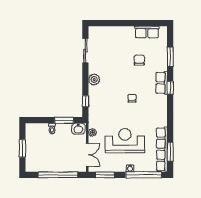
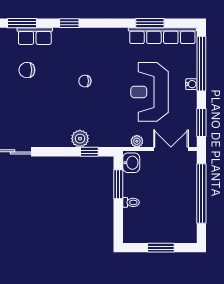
plant: (94, 80) -> (80, 139), moved
row of seats: (162, 83) -> (35, 36), moved
window: (170, 152) -> (150, 23), moved

